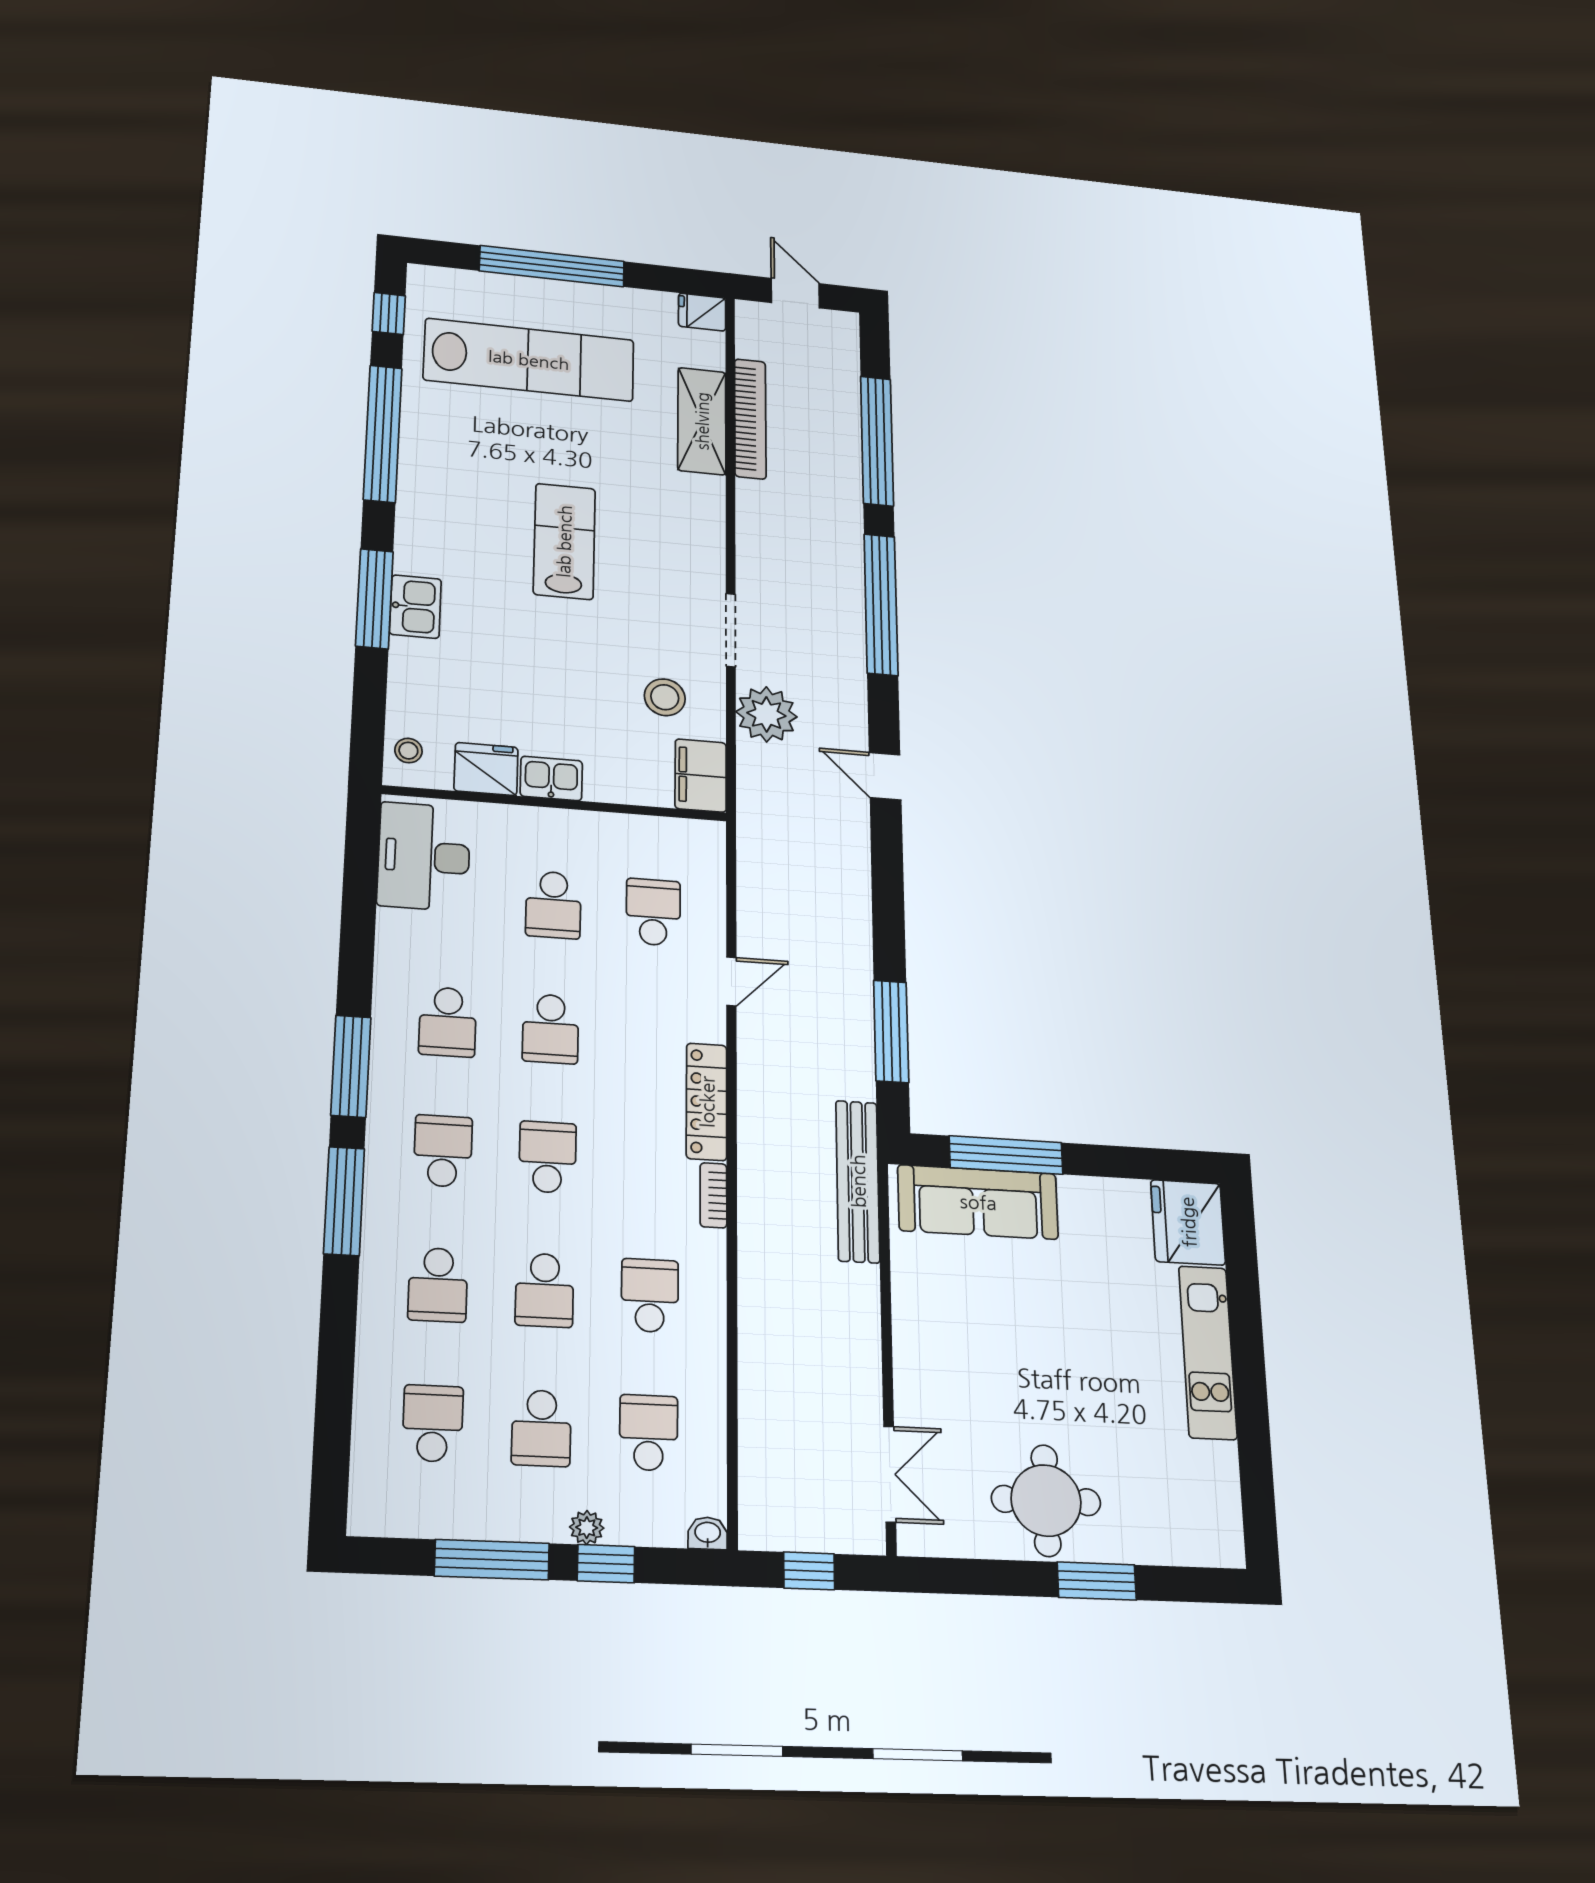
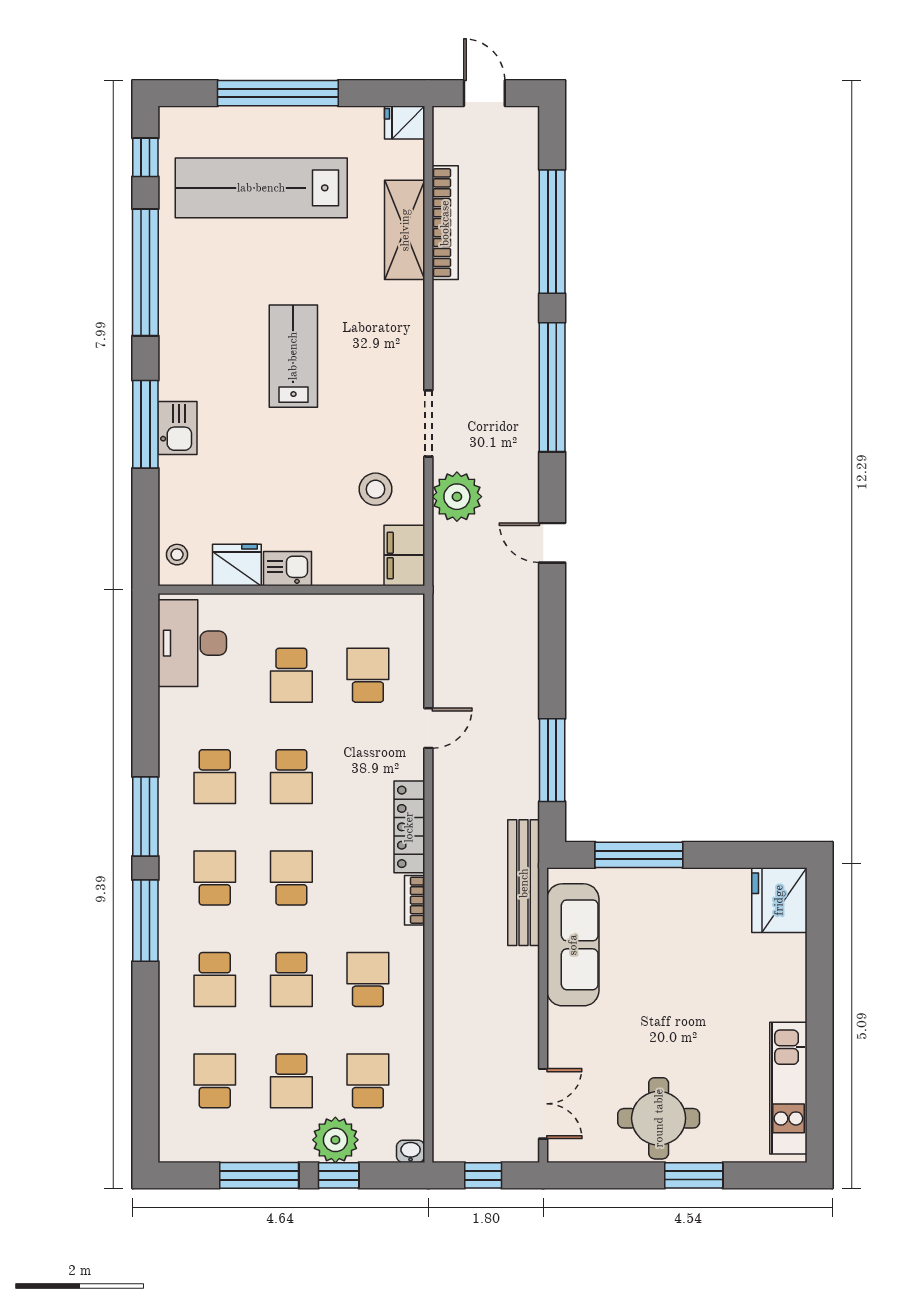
lab bench: (529, 360) -> (261, 188), turned 180
sofa: (978, 1202) -> (573, 945), moved, turned -90
kitchen unit: (1208, 1352) -> (788, 1088), moved
plant: (587, 1528) -> (335, 1140), width x1.88, depth x1.88

